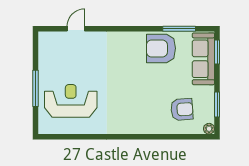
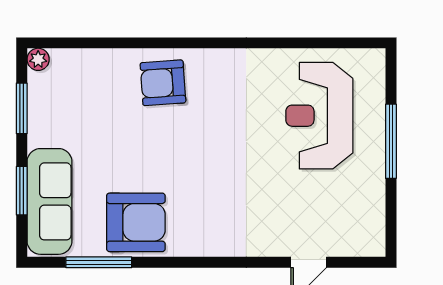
window: (217, 52) -> (22, 191), moved
reception desk: (71, 101) -> (319, 116), turned 90
armchair: (182, 109) -> (163, 83), moved

